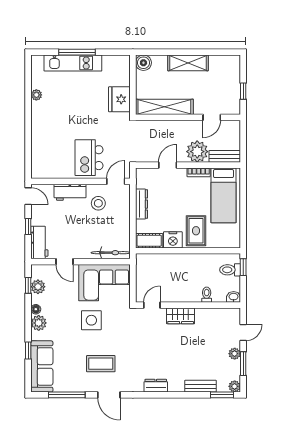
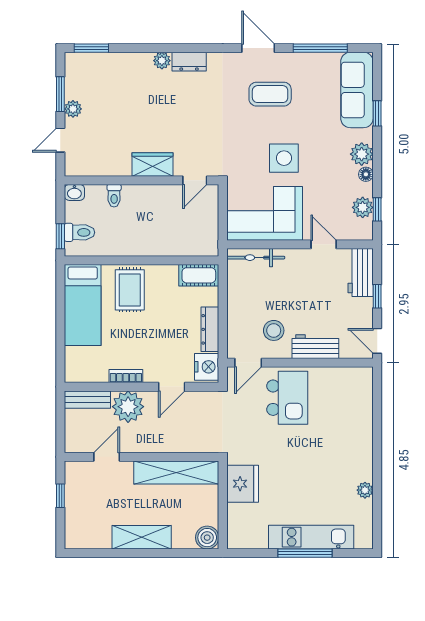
bed: (223, 195) -> (83, 305), moved, turned 180
nightstand: (173, 240) -> (207, 367), moved, turned 90
bench: (201, 386) -> (123, 61), removed
plant: (235, 386) -> (162, 61), moved

